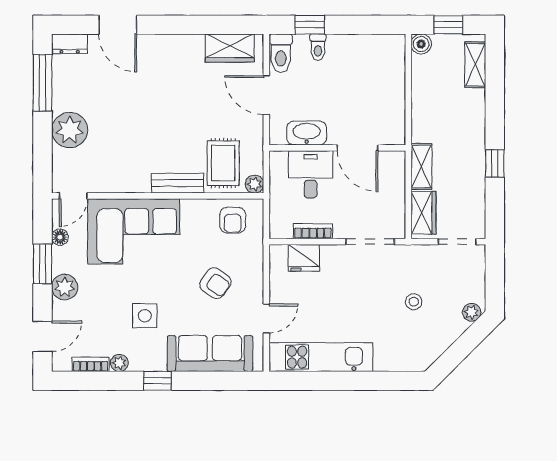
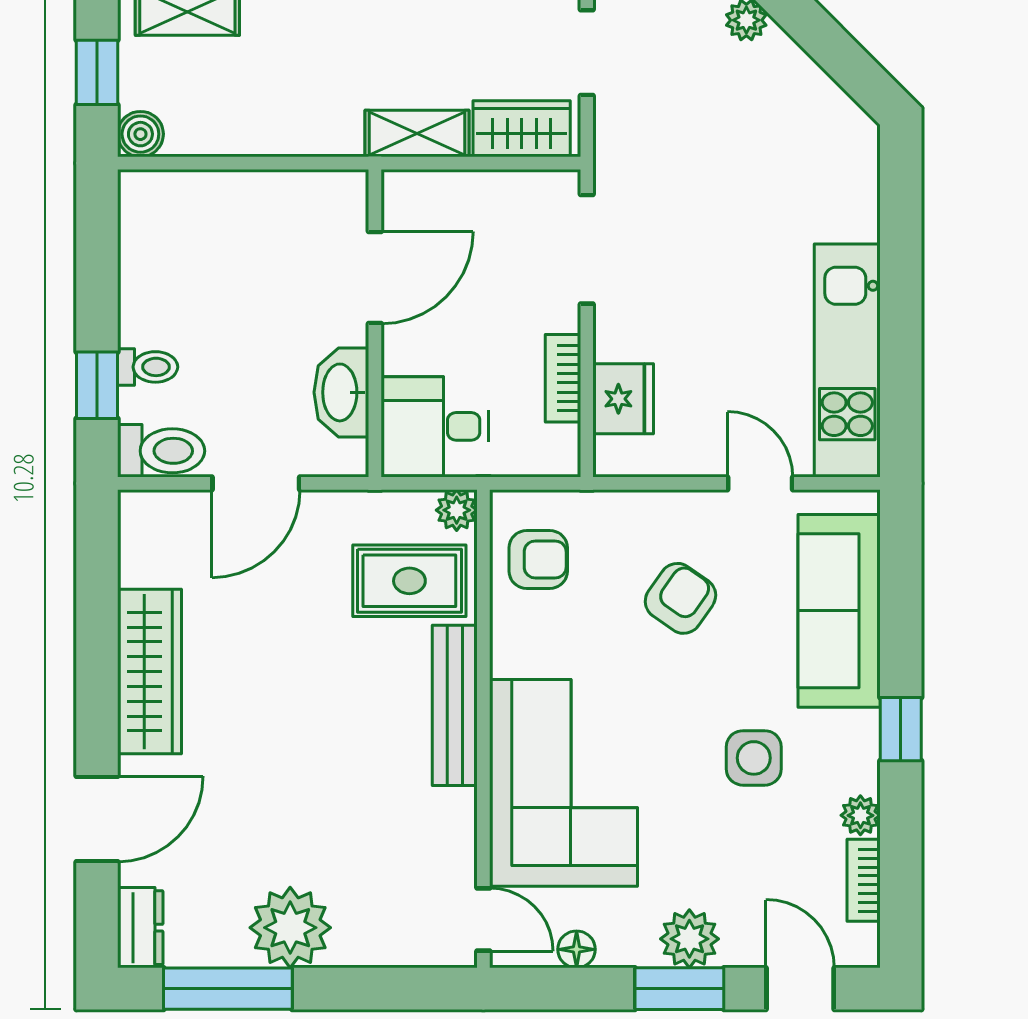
wardrobe: (230, 48) -> (150, 672), moved, width x1.50
plant: (70, 130) -> (290, 928), moved
desk: (311, 174) -> (435, 426), moved
bench: (178, 183) -> (455, 705), width x1.36
window: (43, 264) -> (679, 989), moved
stool: (414, 302) -> (722, 151), removed

